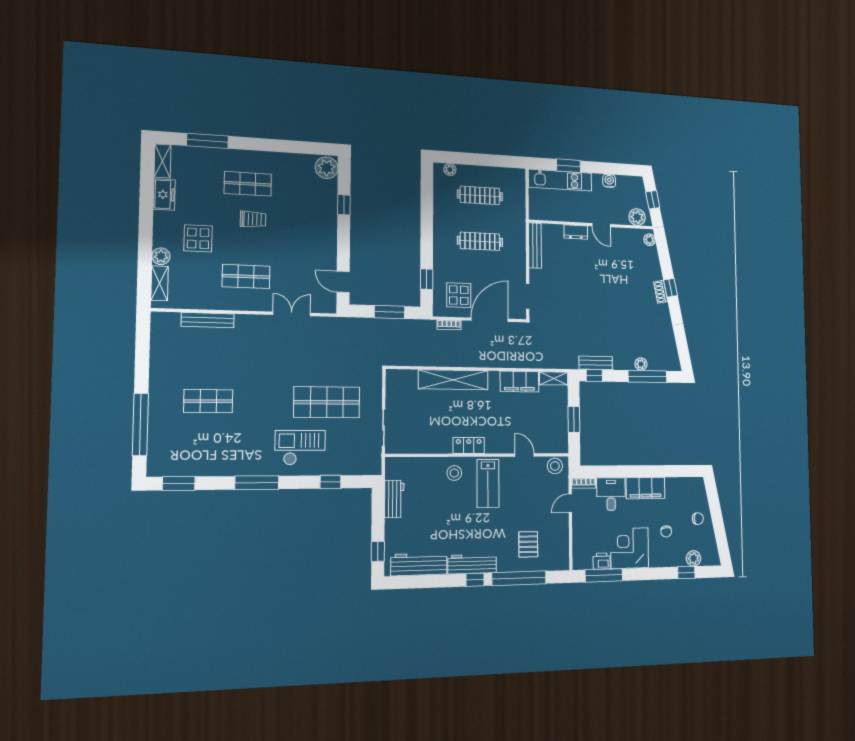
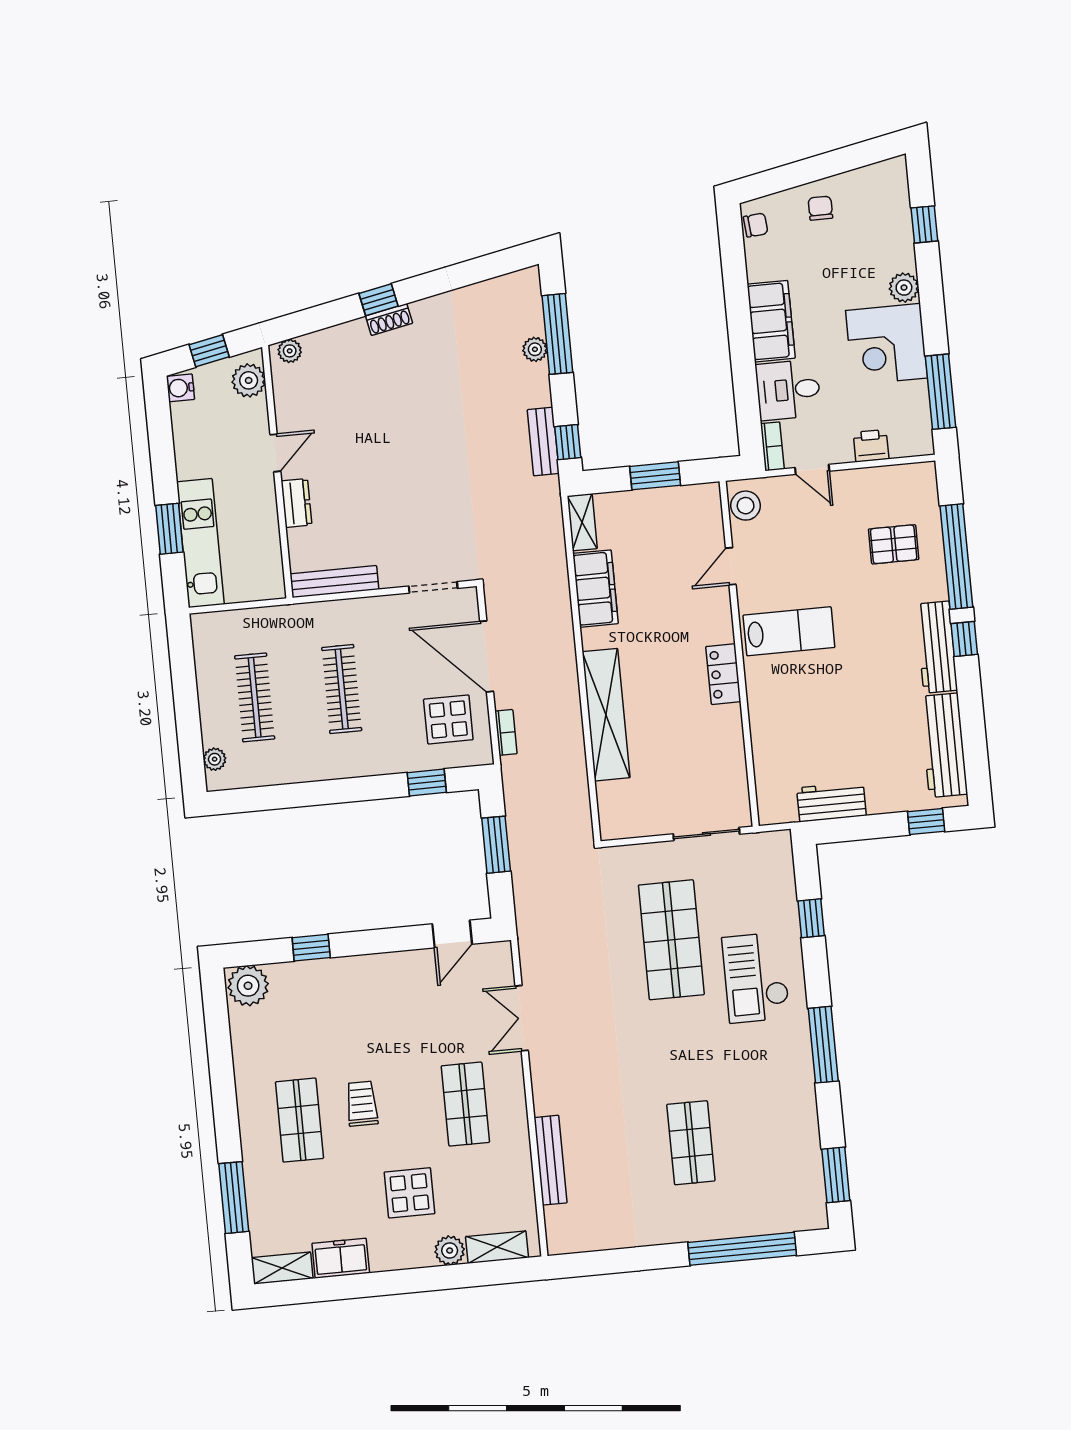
water cooler: (609, 181) -> (180, 388), moved
stool: (454, 473) -> (776, 696), removed
chair: (666, 531) -> (756, 225), moved
plant: (693, 558) -> (904, 288), moved
printer: (602, 561) -> (871, 446), moved, turned 90

